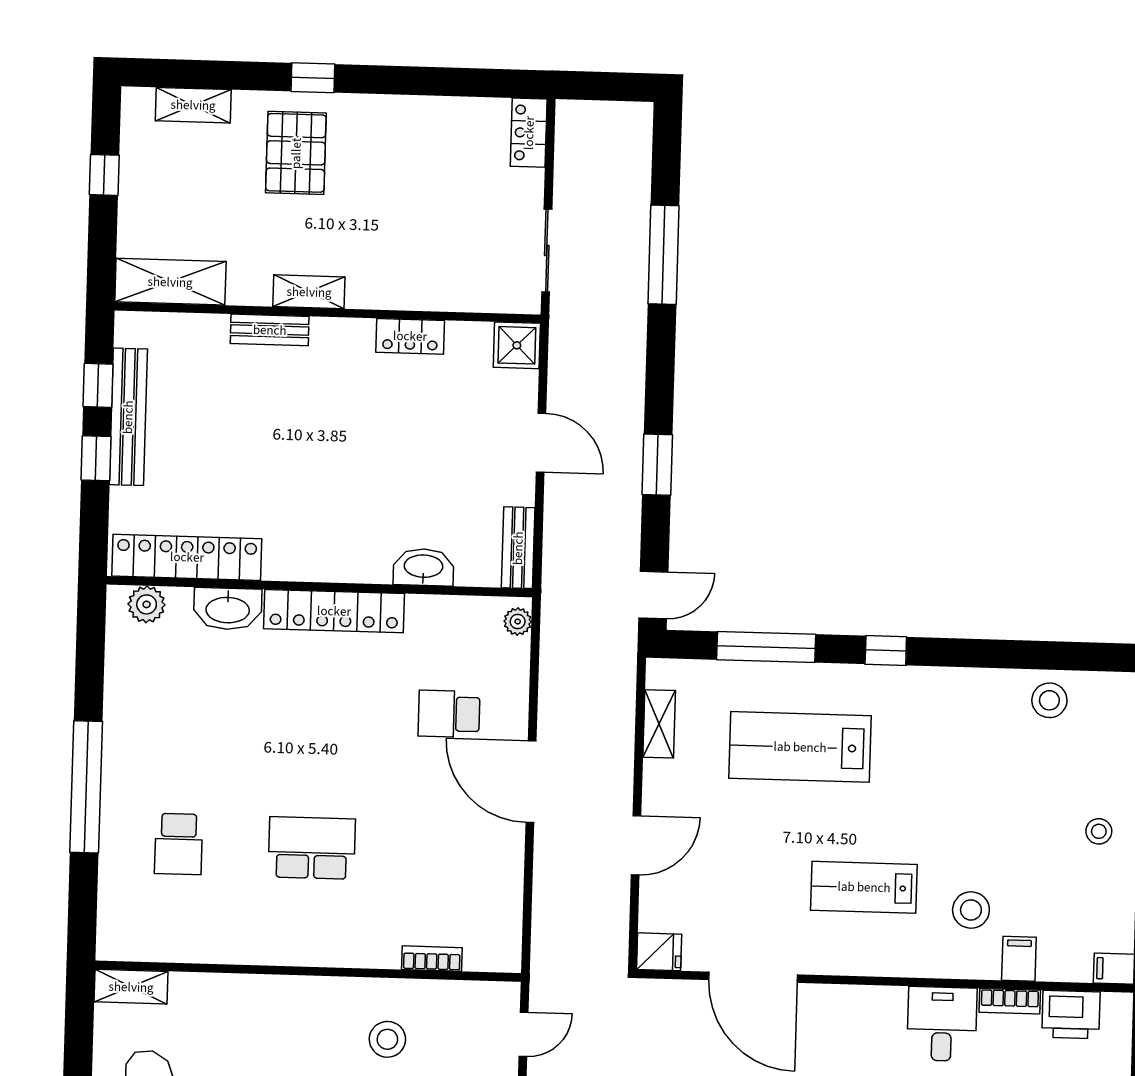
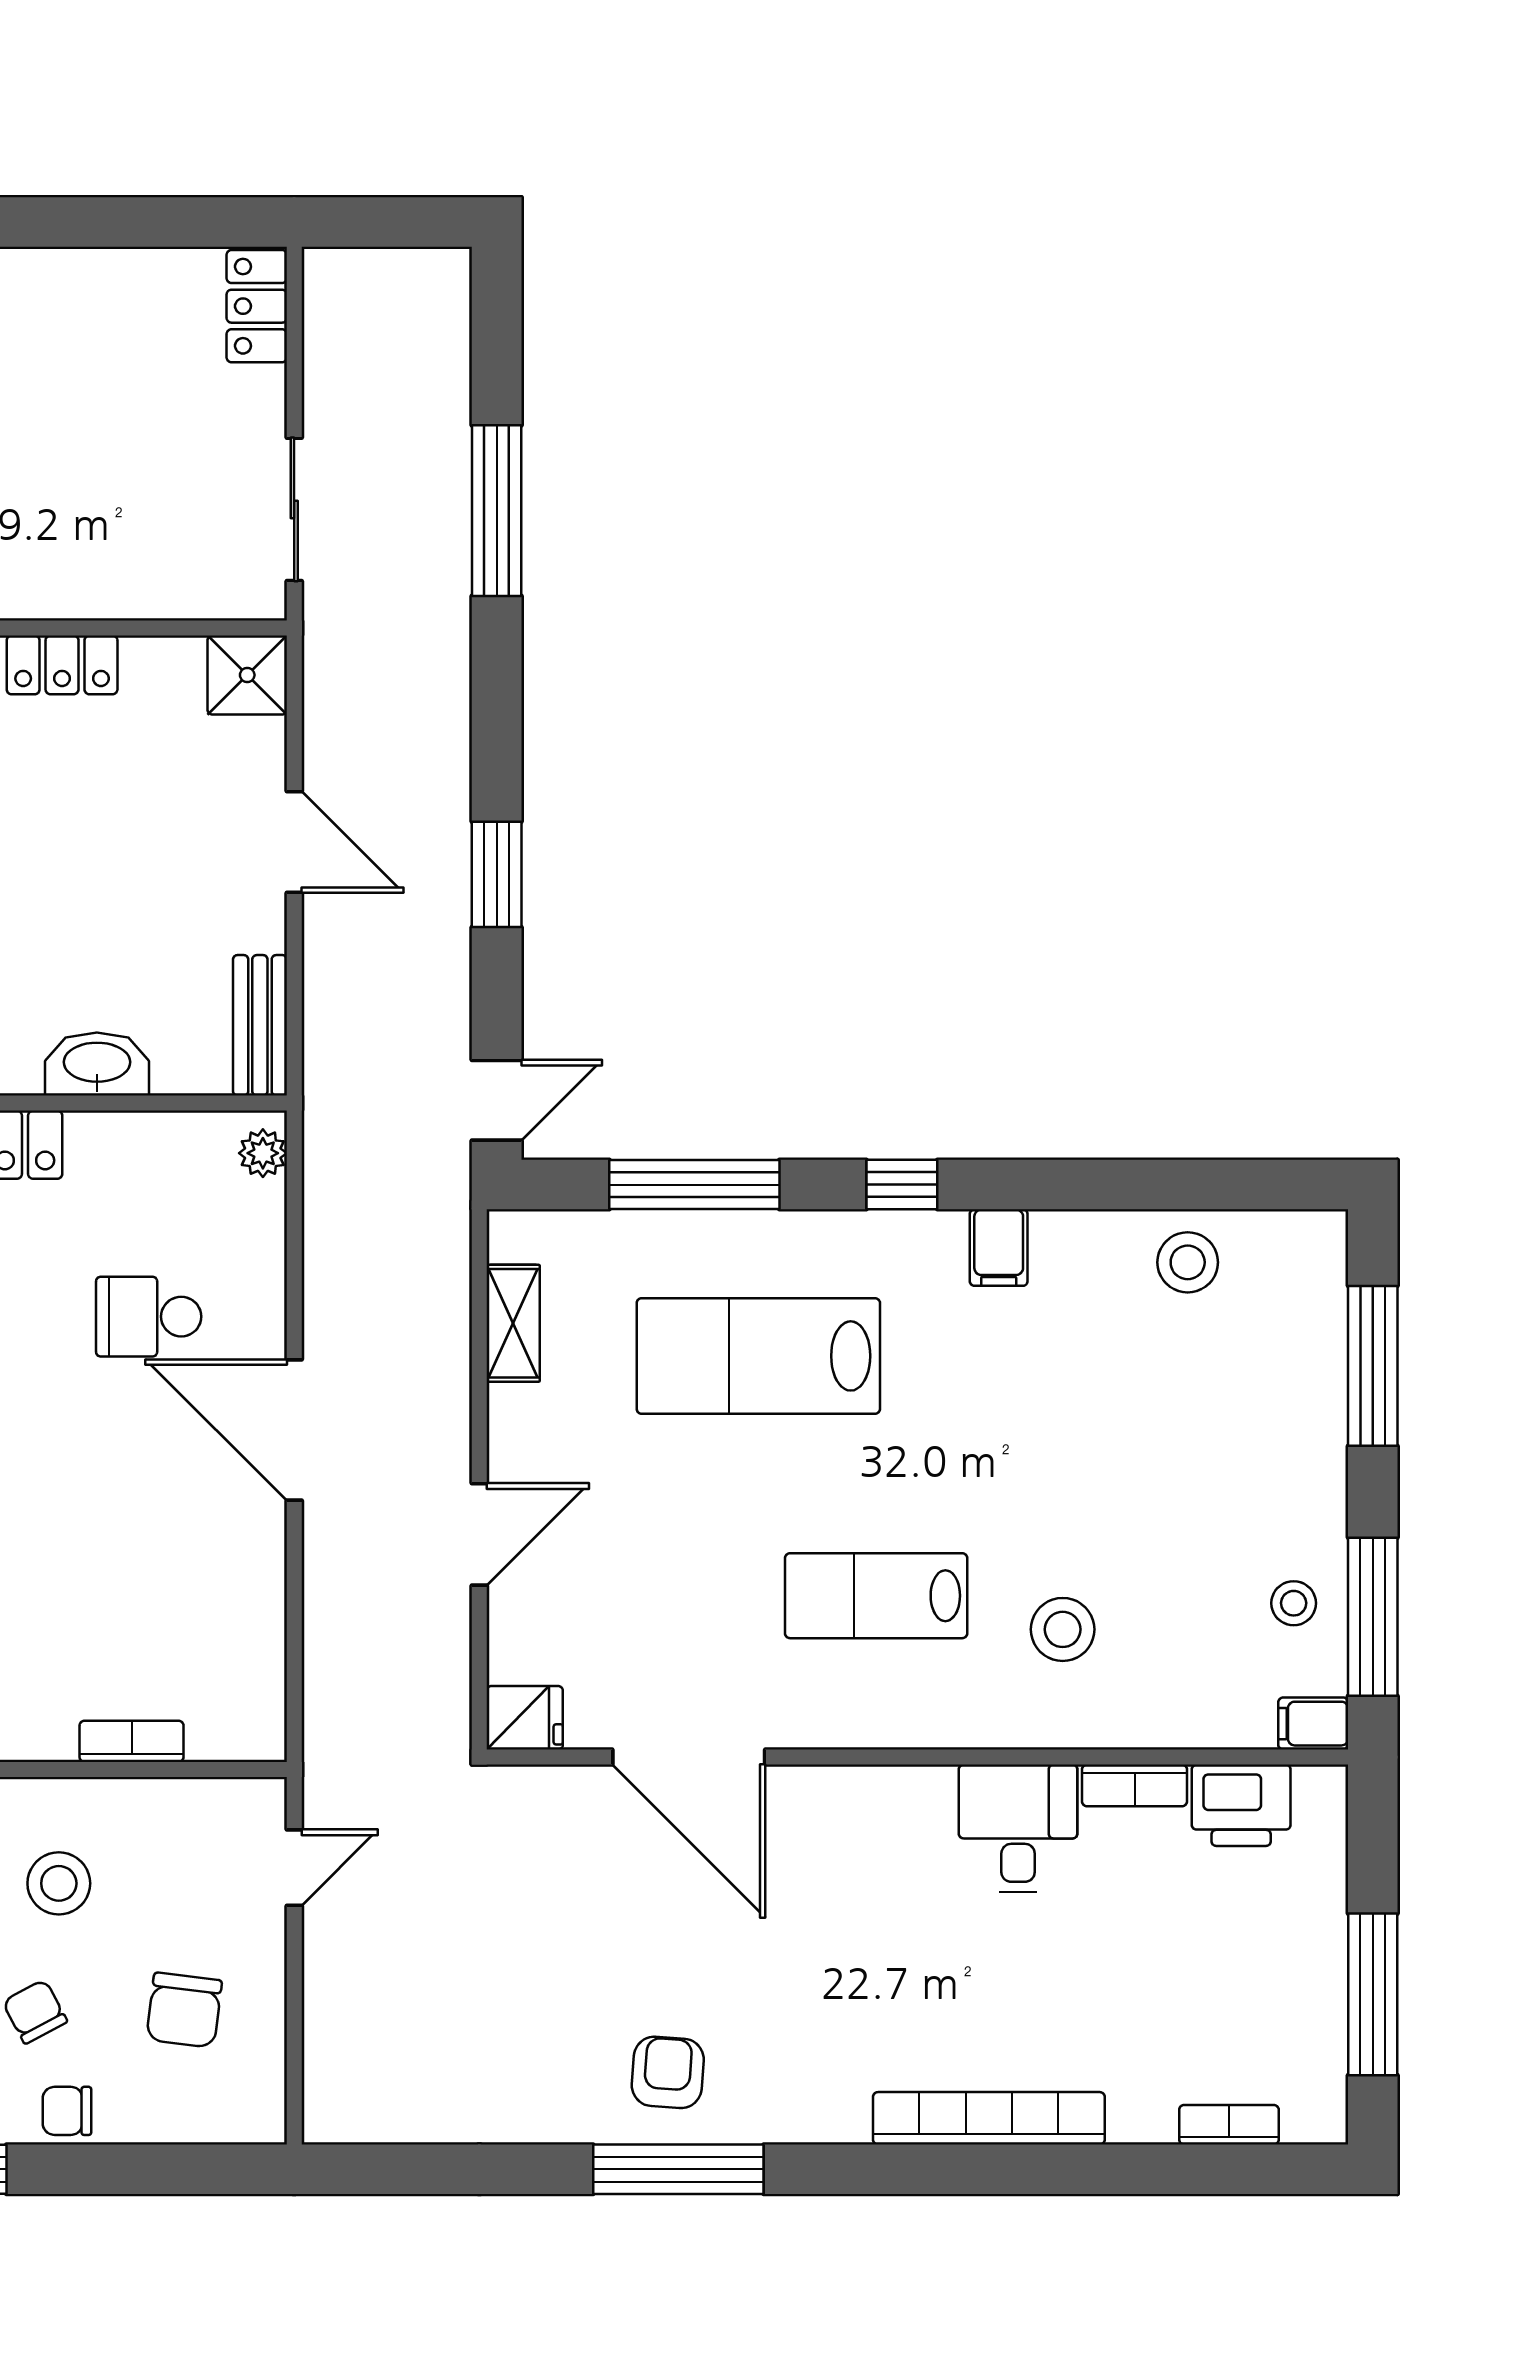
stool: (1099, 831) -> (1294, 1603), moved
filing cabinet: (1019, 959) -> (999, 1248), moved, turned 180

